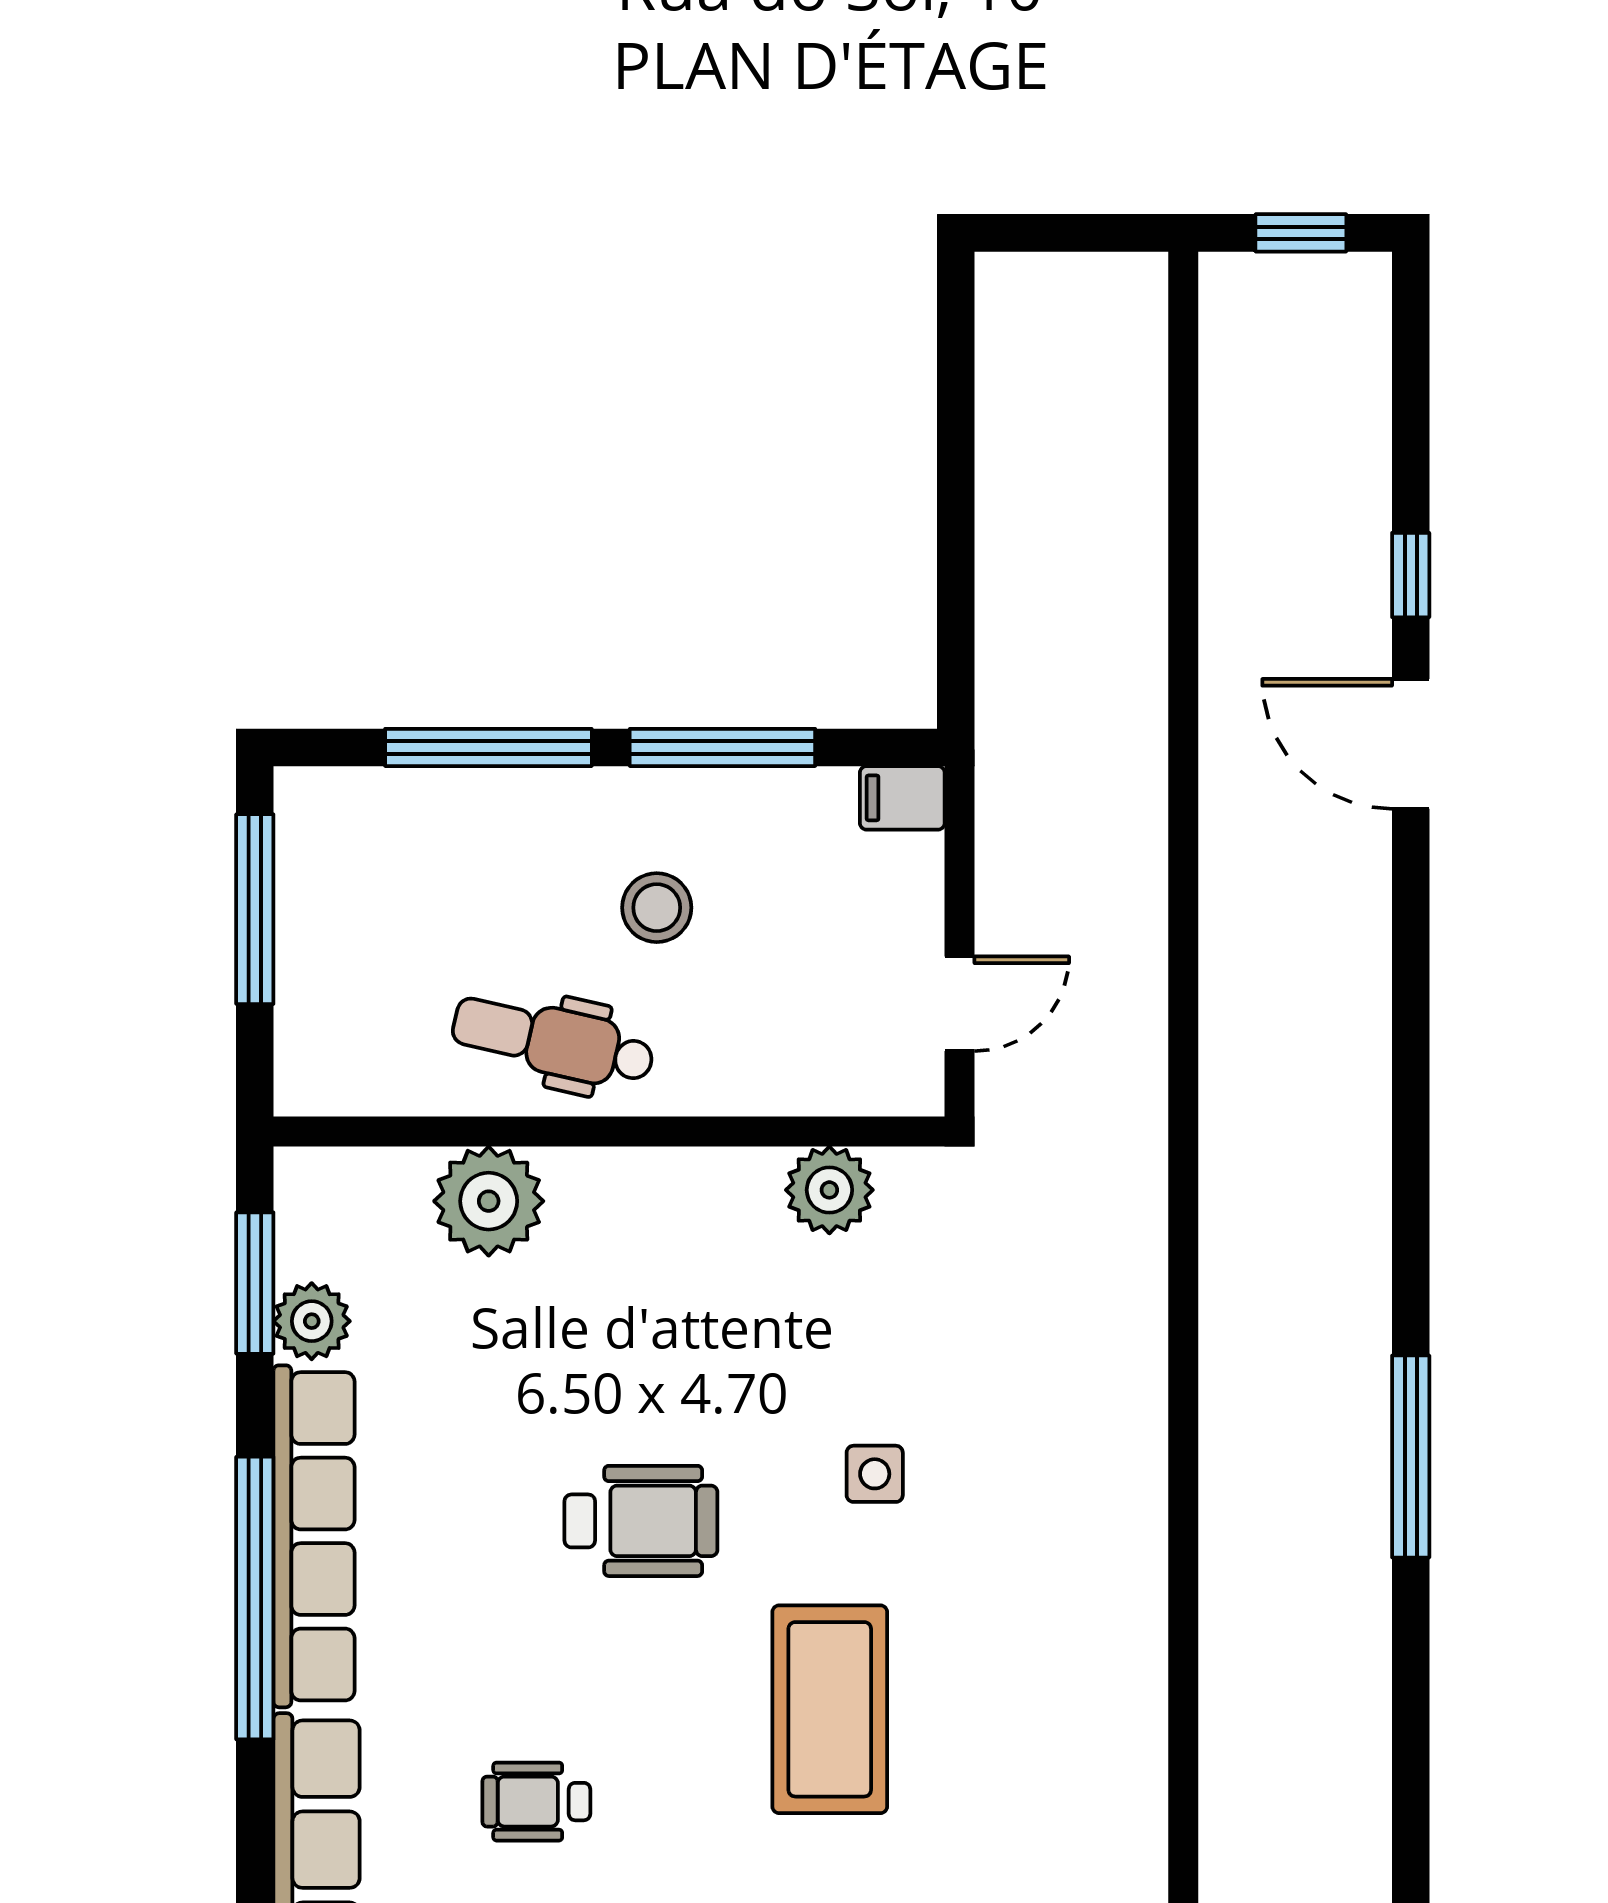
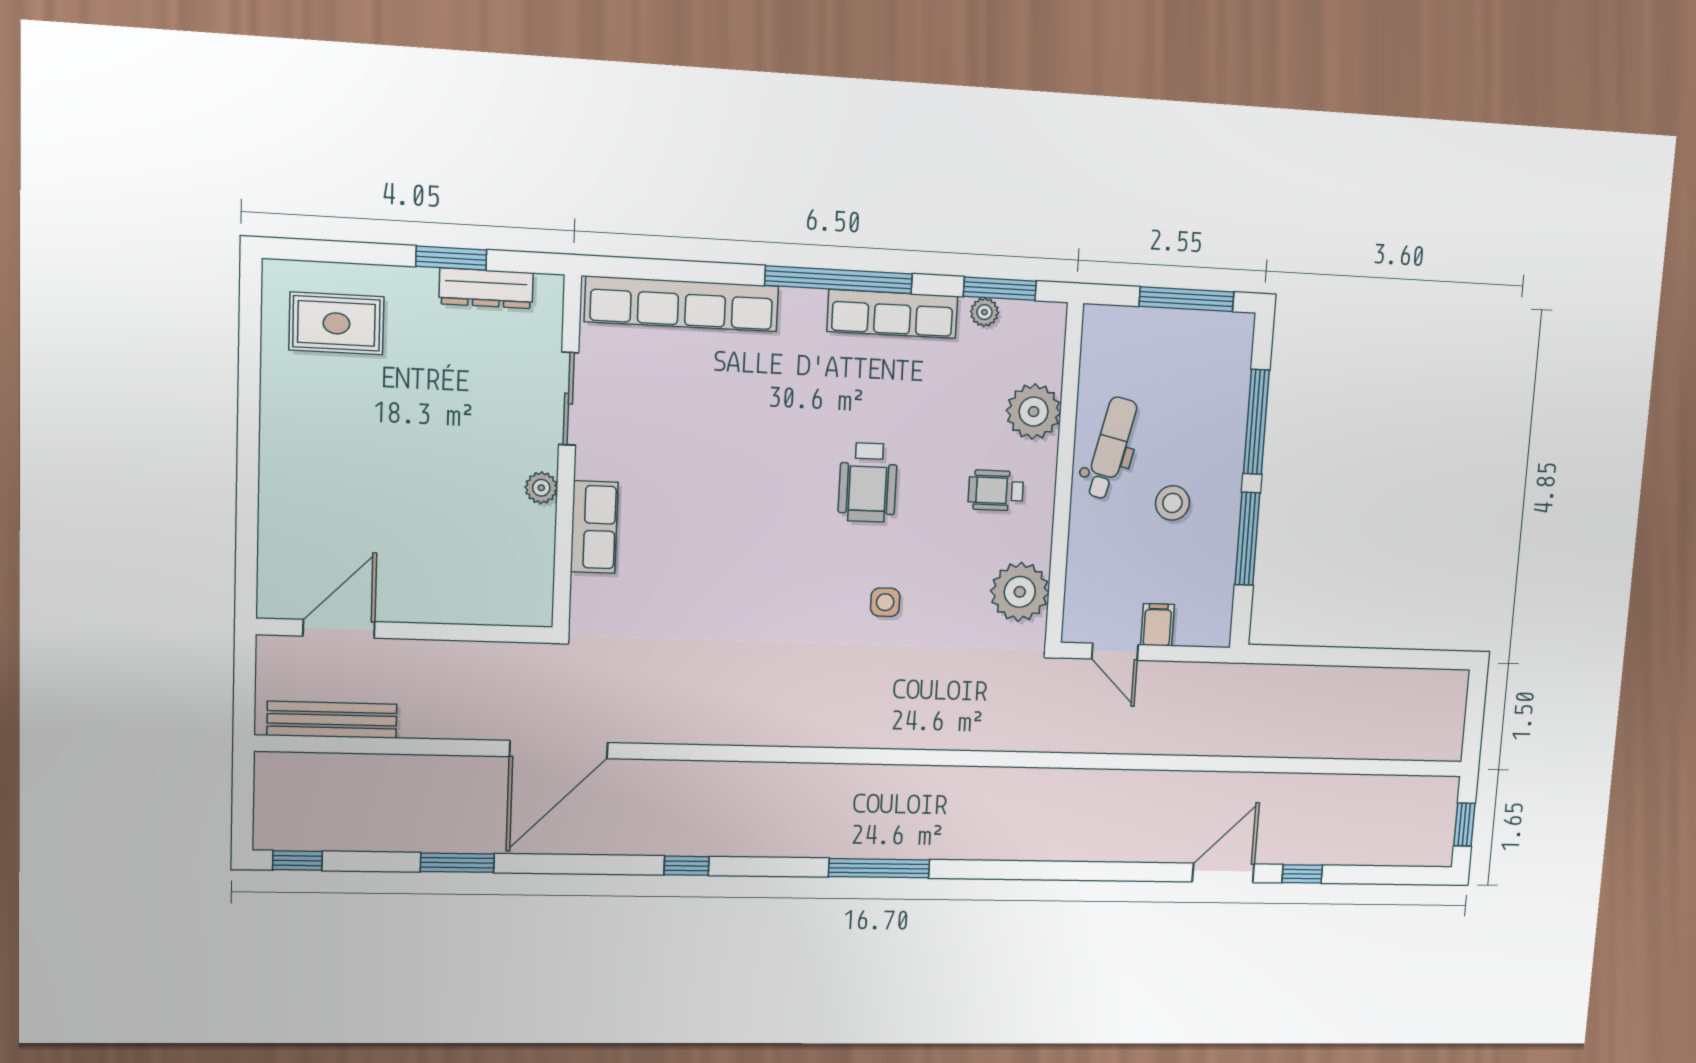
filing cabinet: (902, 798) -> (1157, 625), moved
plant: (829, 1190) -> (1020, 592), width x1.36, depth x1.36
plant: (312, 1321) -> (984, 312), width x0.73, depth x0.73
row of seats: (314, 1536) -> (892, 314), width x0.73
coffee table: (830, 1709) -> (767, 575), removed
wheelchair: (536, 1802) -> (996, 490), moved, turned -90
window: (1411, 1840) -> (687, 866), added

